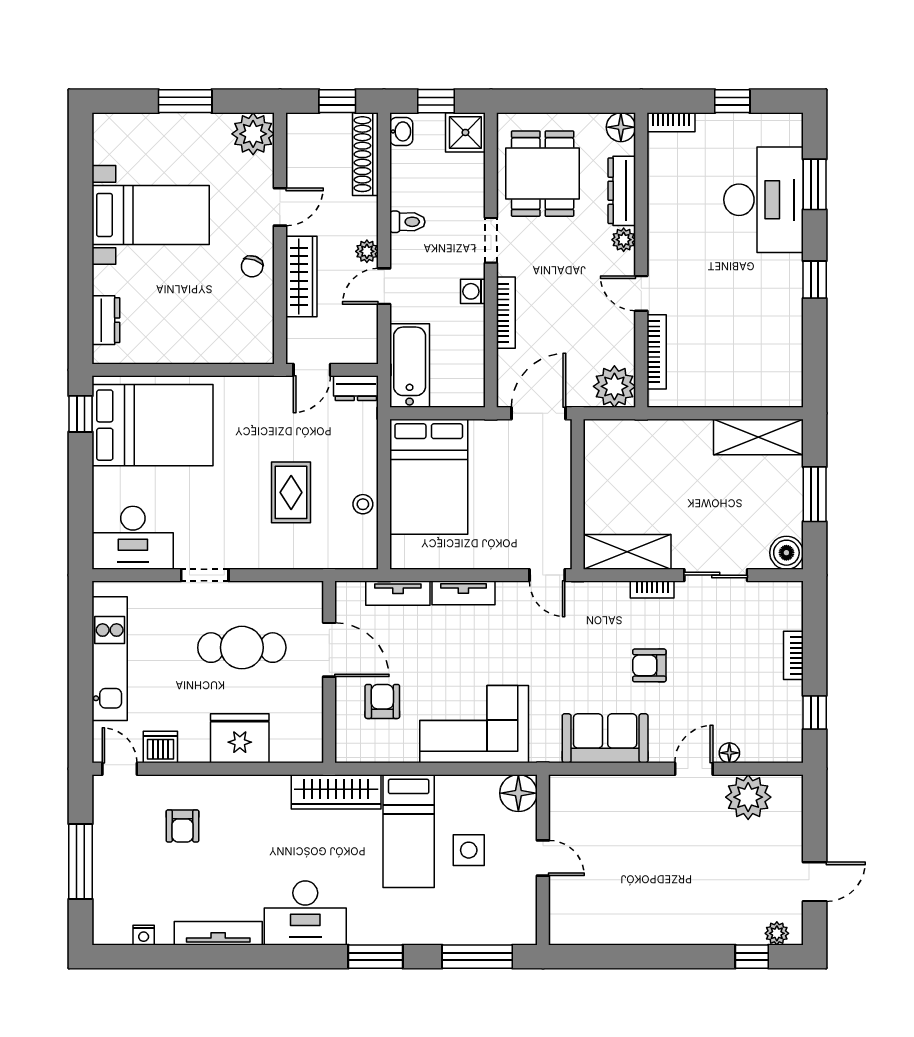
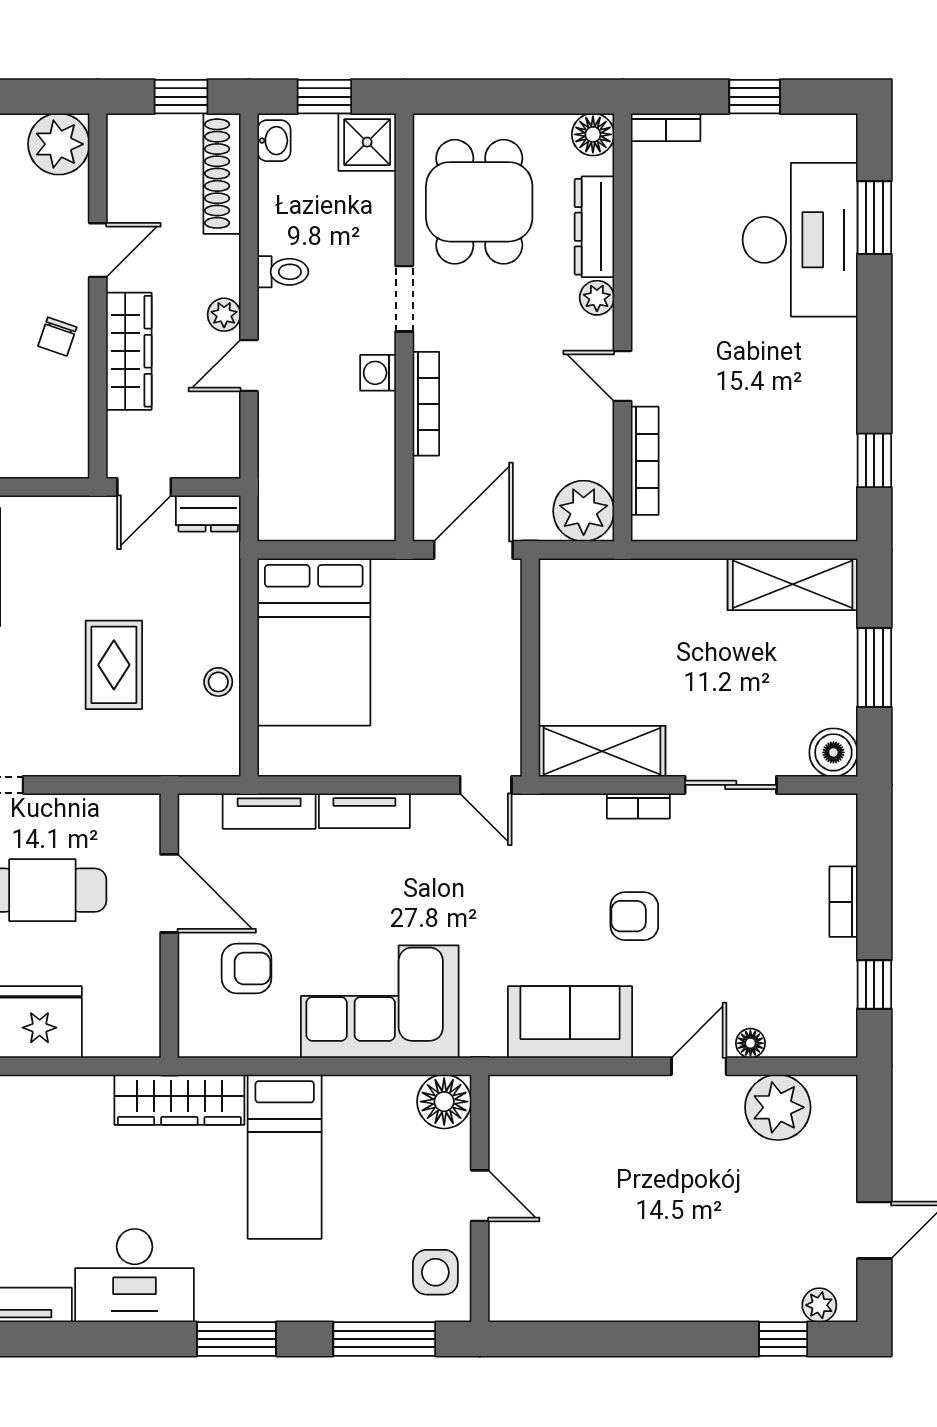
window: (815, 280) -> (874, 460), moved
bathtub: (410, 366) -> (286, 481), removed
armchair: (382, 701) -> (246, 968), turned 90
side table: (469, 850) -> (435, 1272), moved

